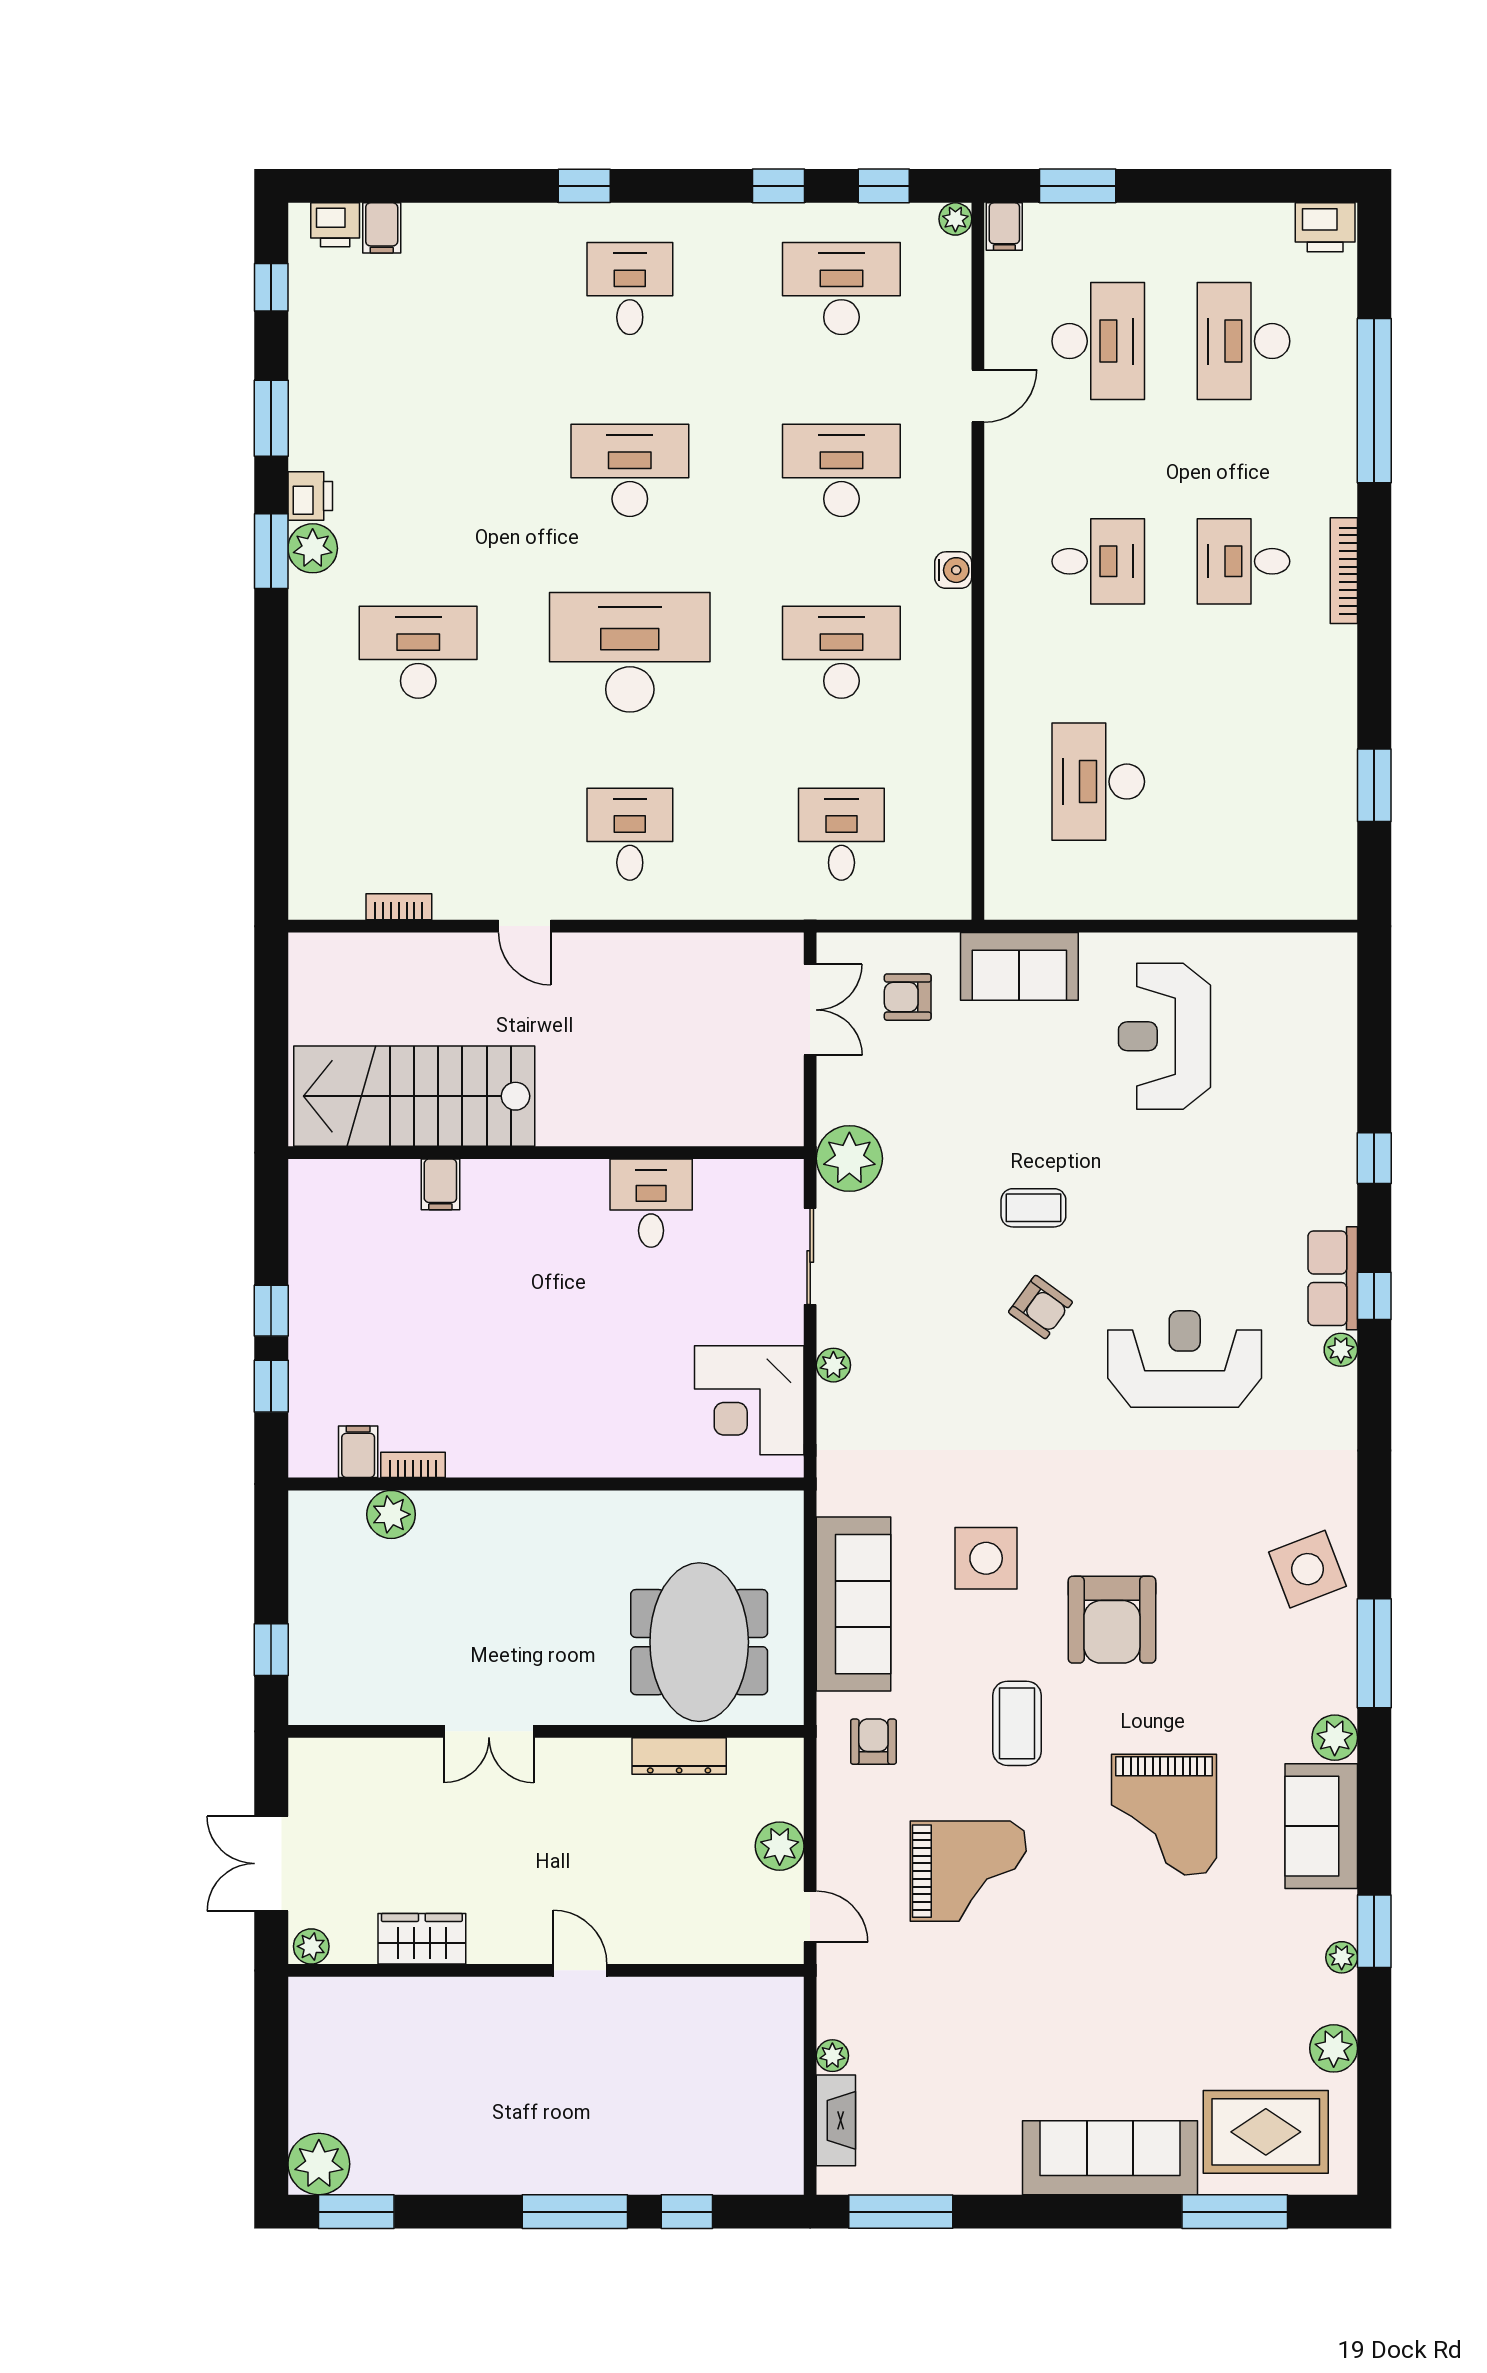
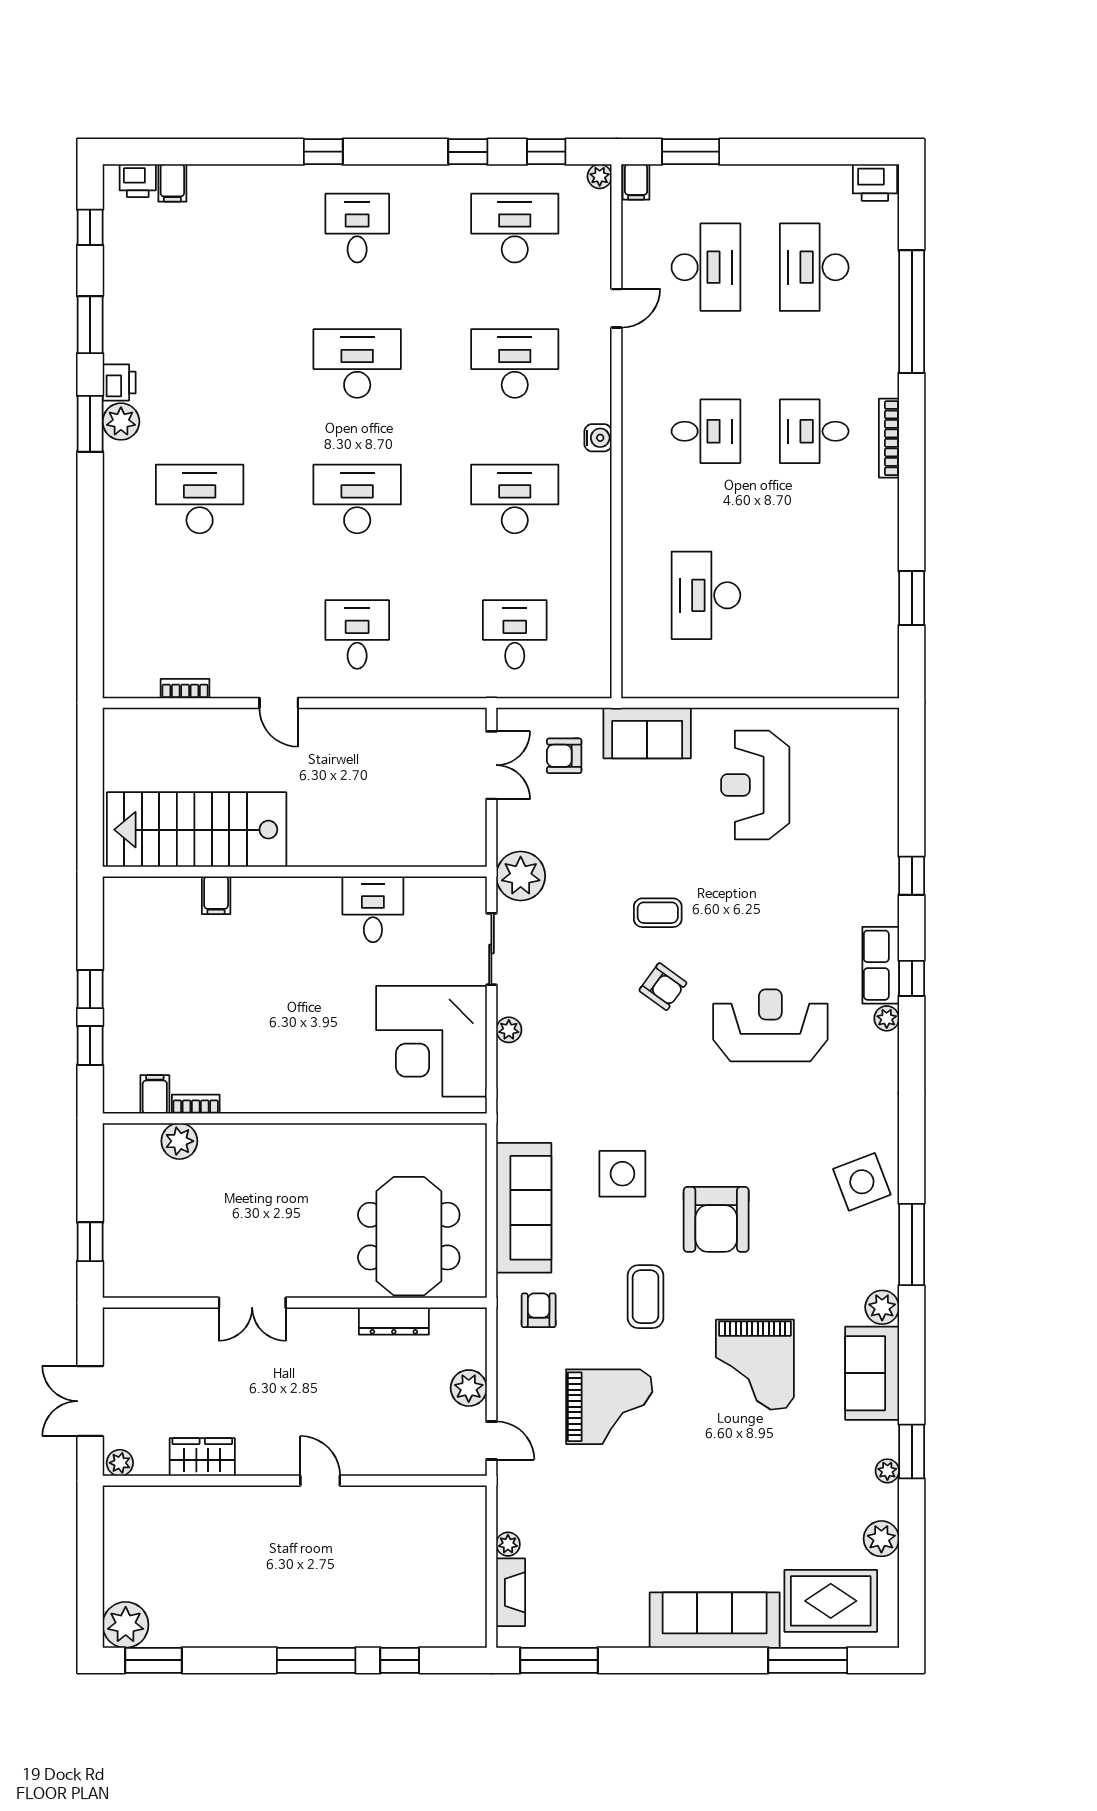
desk: (630, 652) -> (357, 499), width x0.73, depth x0.77
corner desk: (749, 1400) -> (431, 1041), width x1.36, depth x1.36

